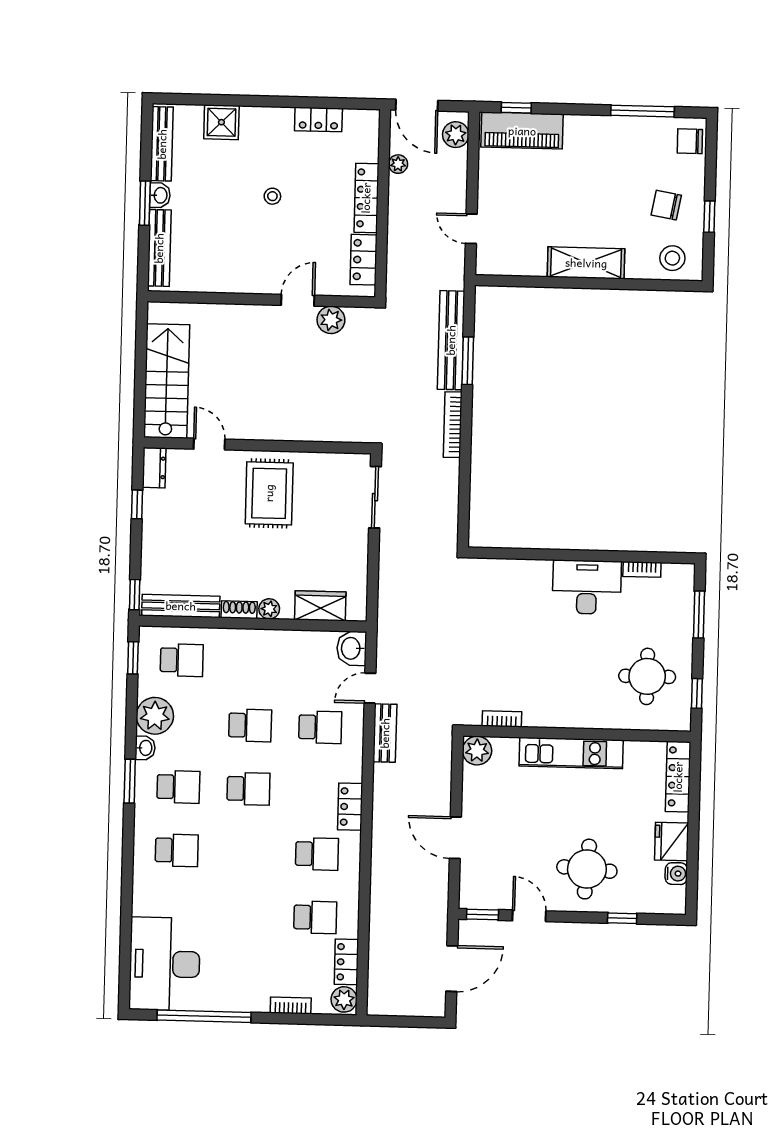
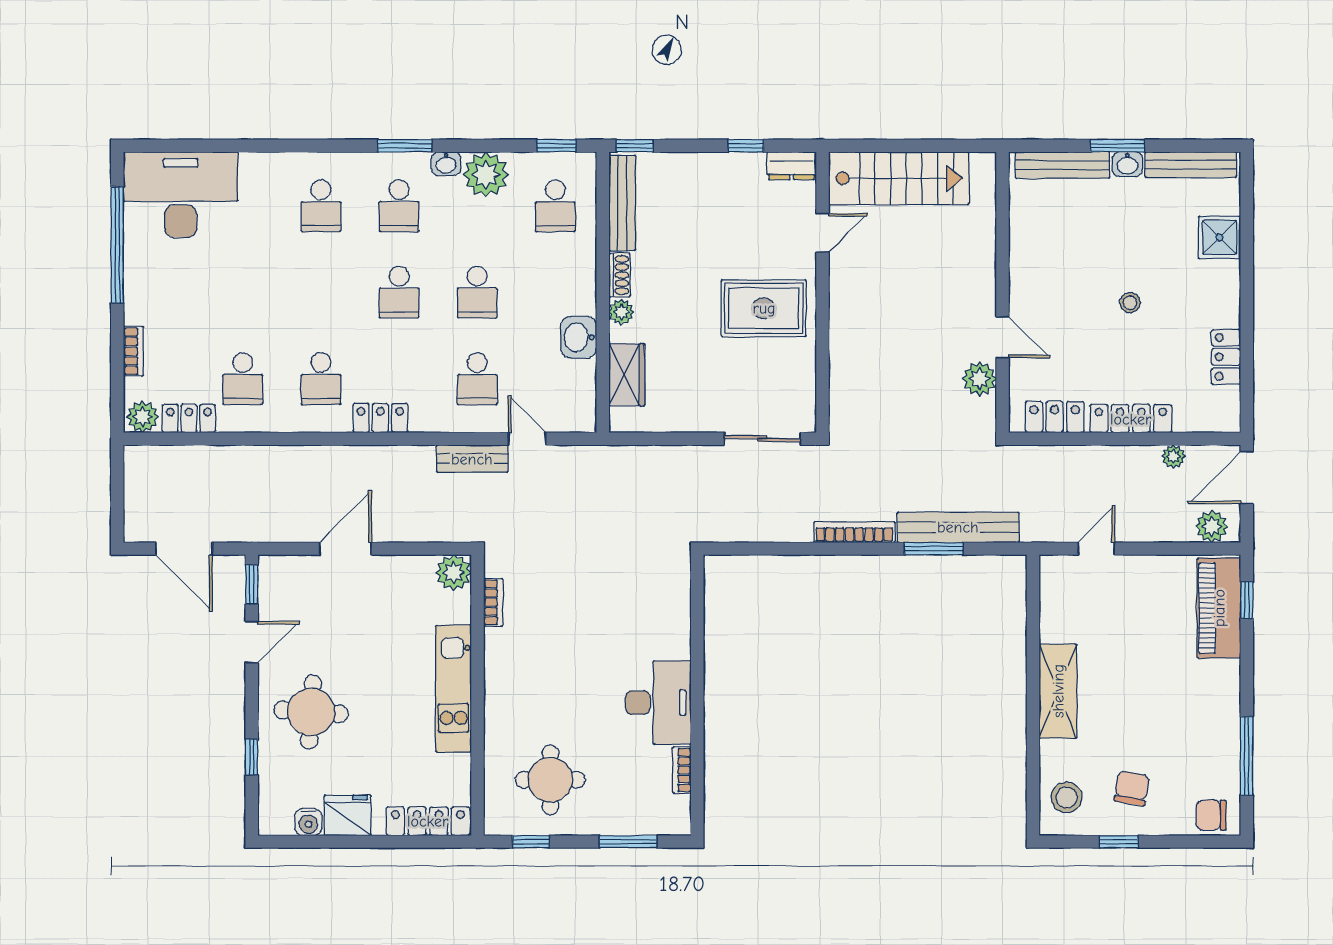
chair: (690, 141) -> (1211, 815), turned -90
washbasin: (352, 648) -> (579, 337), moved, turned -90

